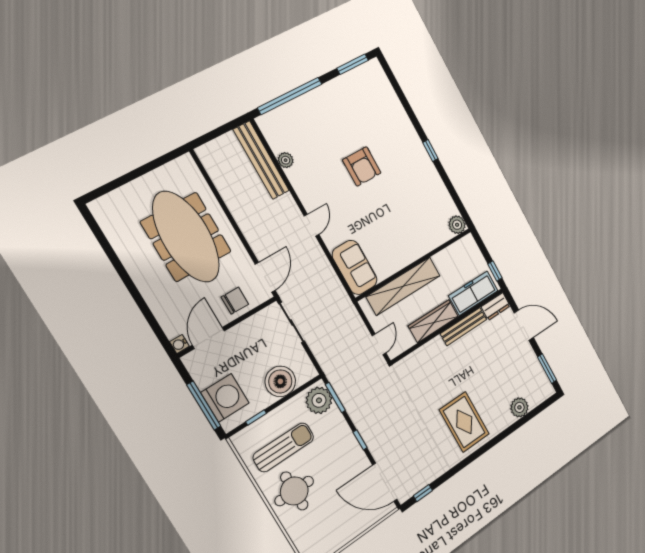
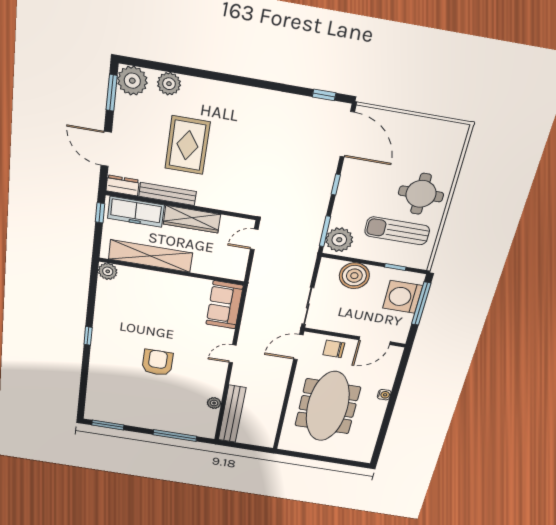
window: (290, 96) -> (175, 435), width x0.68
shelving: (403, 286) -> (150, 256), moved
water cooler: (179, 344) -> (384, 395), moved
plant: (541, 388) -> (132, 81), added
rug: (464, 422) -> (187, 145), moved

